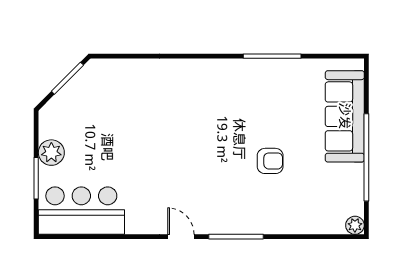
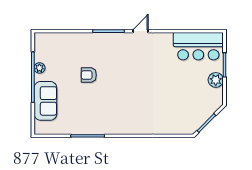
sofa: (345, 116) -> (45, 101), width x0.73
plant: (355, 225) -> (39, 68), moved
door: (181, 237) -> (141, 31), swing flipped

